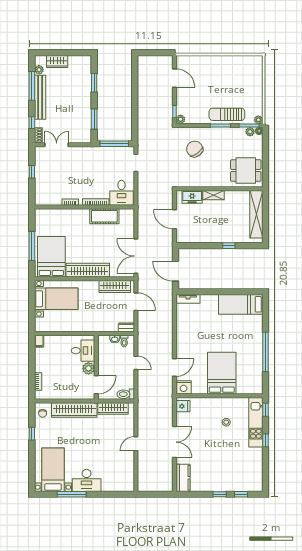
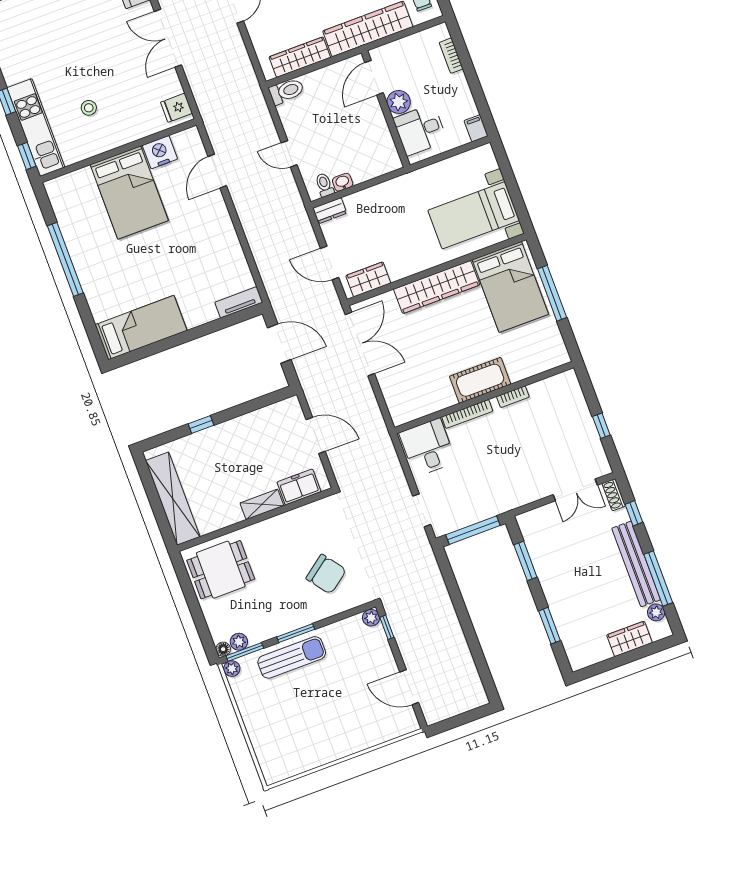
cot: (104, 216) -> (480, 380), moved
wardrobe: (115, 286) -> (368, 279), width x0.67
desk: (83, 351) -> (420, 130), moved
wall: (96, 367) -> (386, 109), moved
plant: (89, 368) -> (399, 102), moved
door: (96, 385) -> (374, 78), moved
nightstand: (184, 387) -> (160, 152), moved

